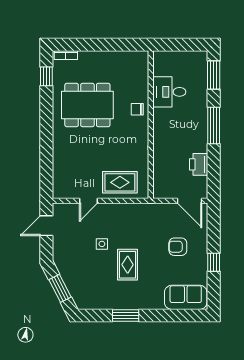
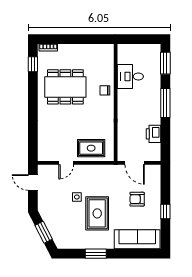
door: (190, 201) -> (135, 163), moved
door: (46, 226) -> (33, 182), hinge flipped
rug: (128, 265) -> (97, 213), width x1.36, depth x1.43
sofa: (186, 297) -> (137, 239), width x1.36

